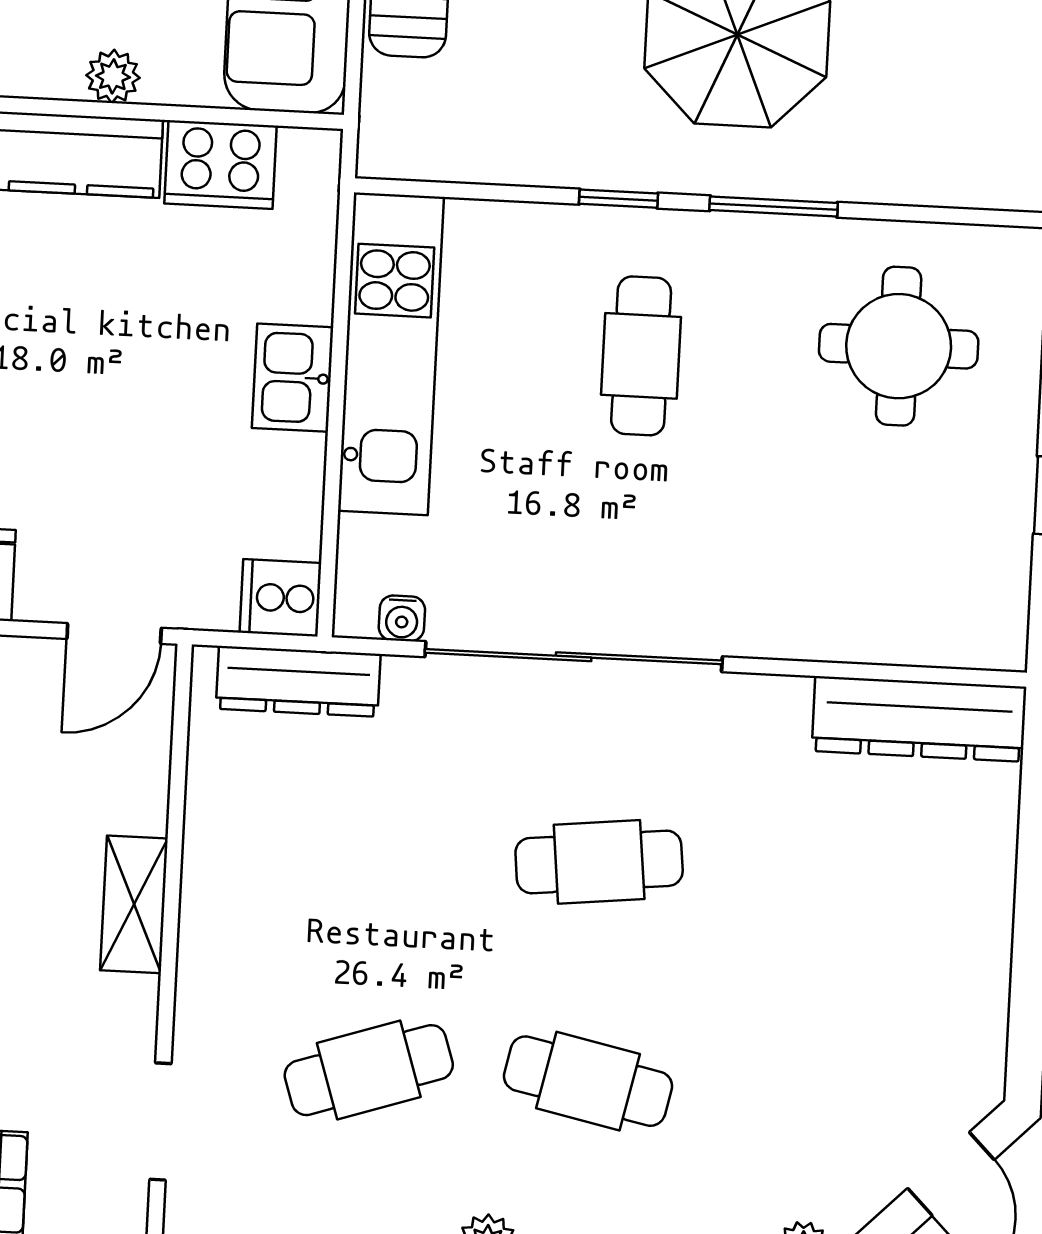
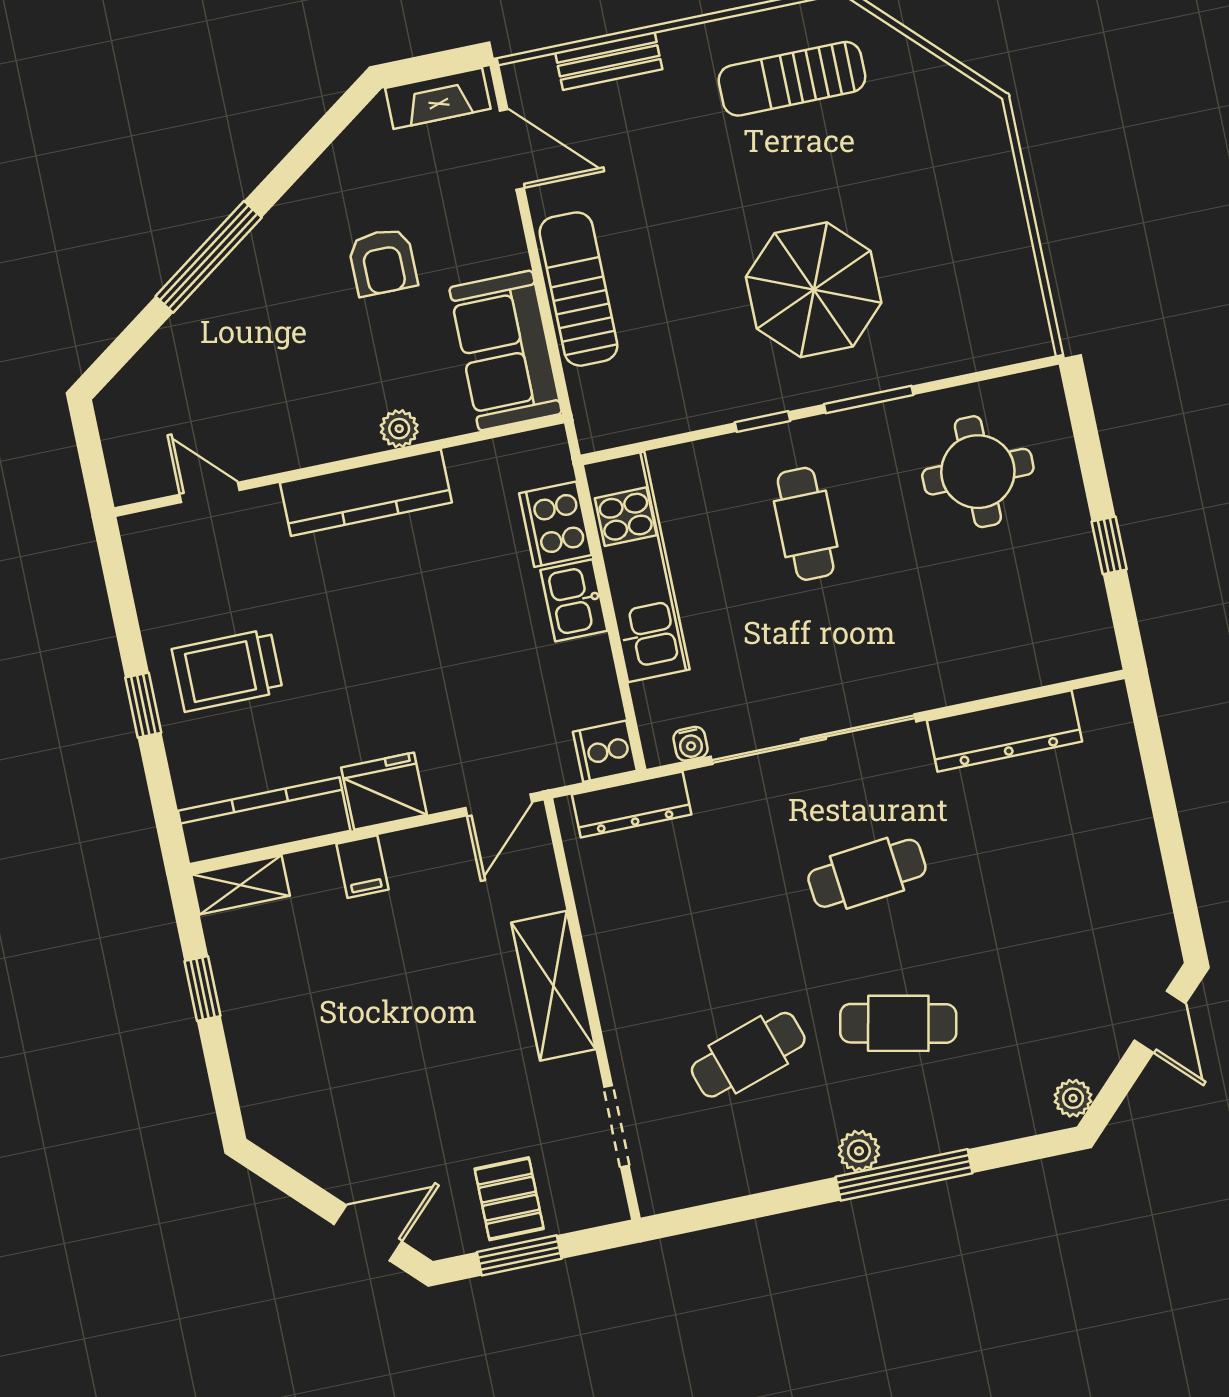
cooker: (220, 165) -> (555, 524), moved, turned 90
dresser: (919, 719) -> (1005, 731), moved
shelving: (134, 904) -> (553, 986), width x1.50, depth x1.33

